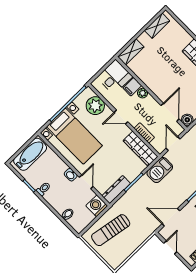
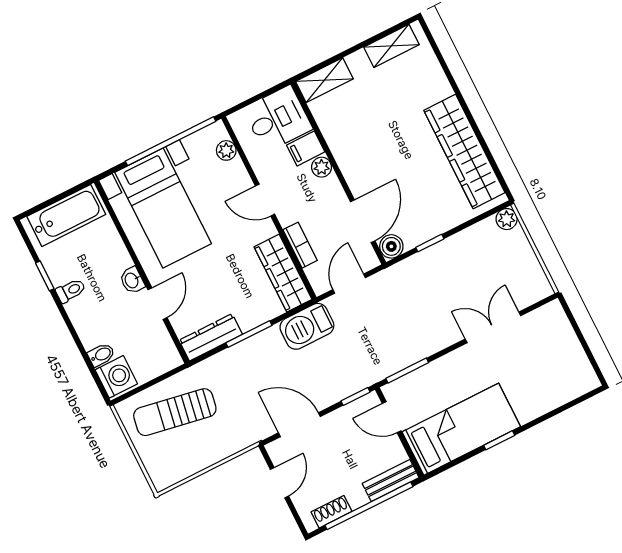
plant: (95, 106) -> (226, 150), width x0.53, depth x0.53
washing machine: (97, 206) -> (116, 377), moved, turned 90

